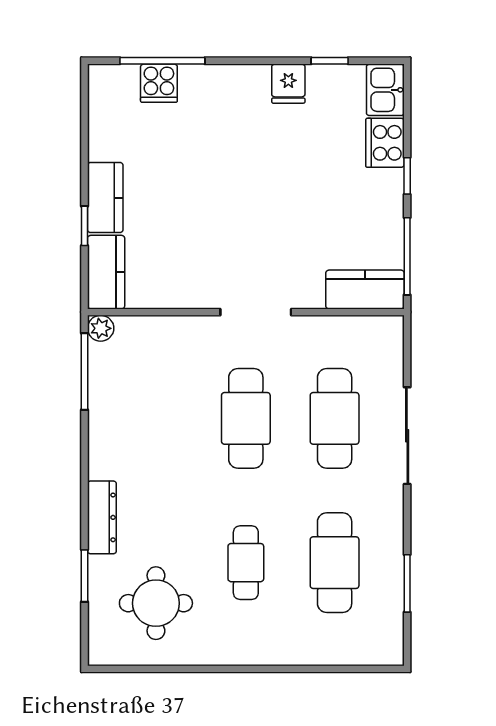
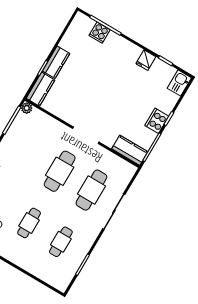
cooker: (385, 143) -> (157, 121), moved
cafe table: (335, 563) -> (61, 242), width x0.73, depth x0.74

